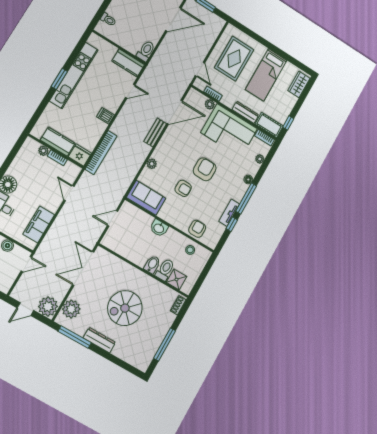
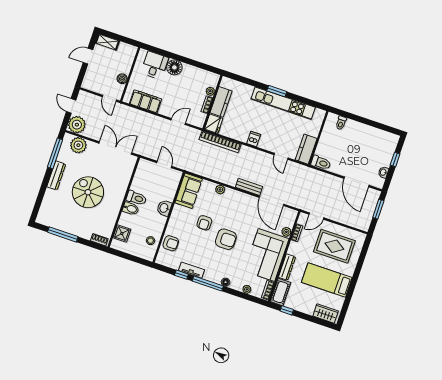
toilet: (165, 270) -> (136, 198), moved

